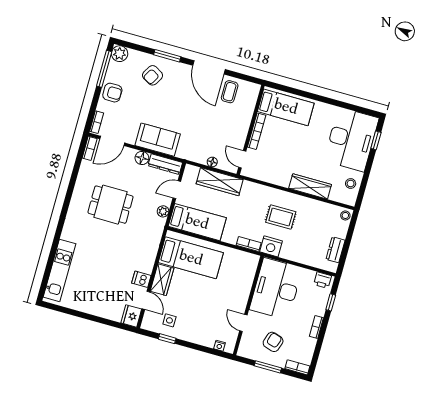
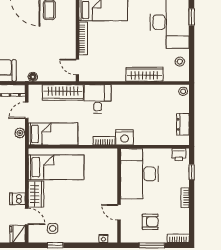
floor lamp: (212, 162) -> (33, 77), moved
desk: (254, 198) -> (98, 99), added
rug: (281, 217) -> (126, 109), removed
armchair: (273, 342) -> (150, 222), turned 72

